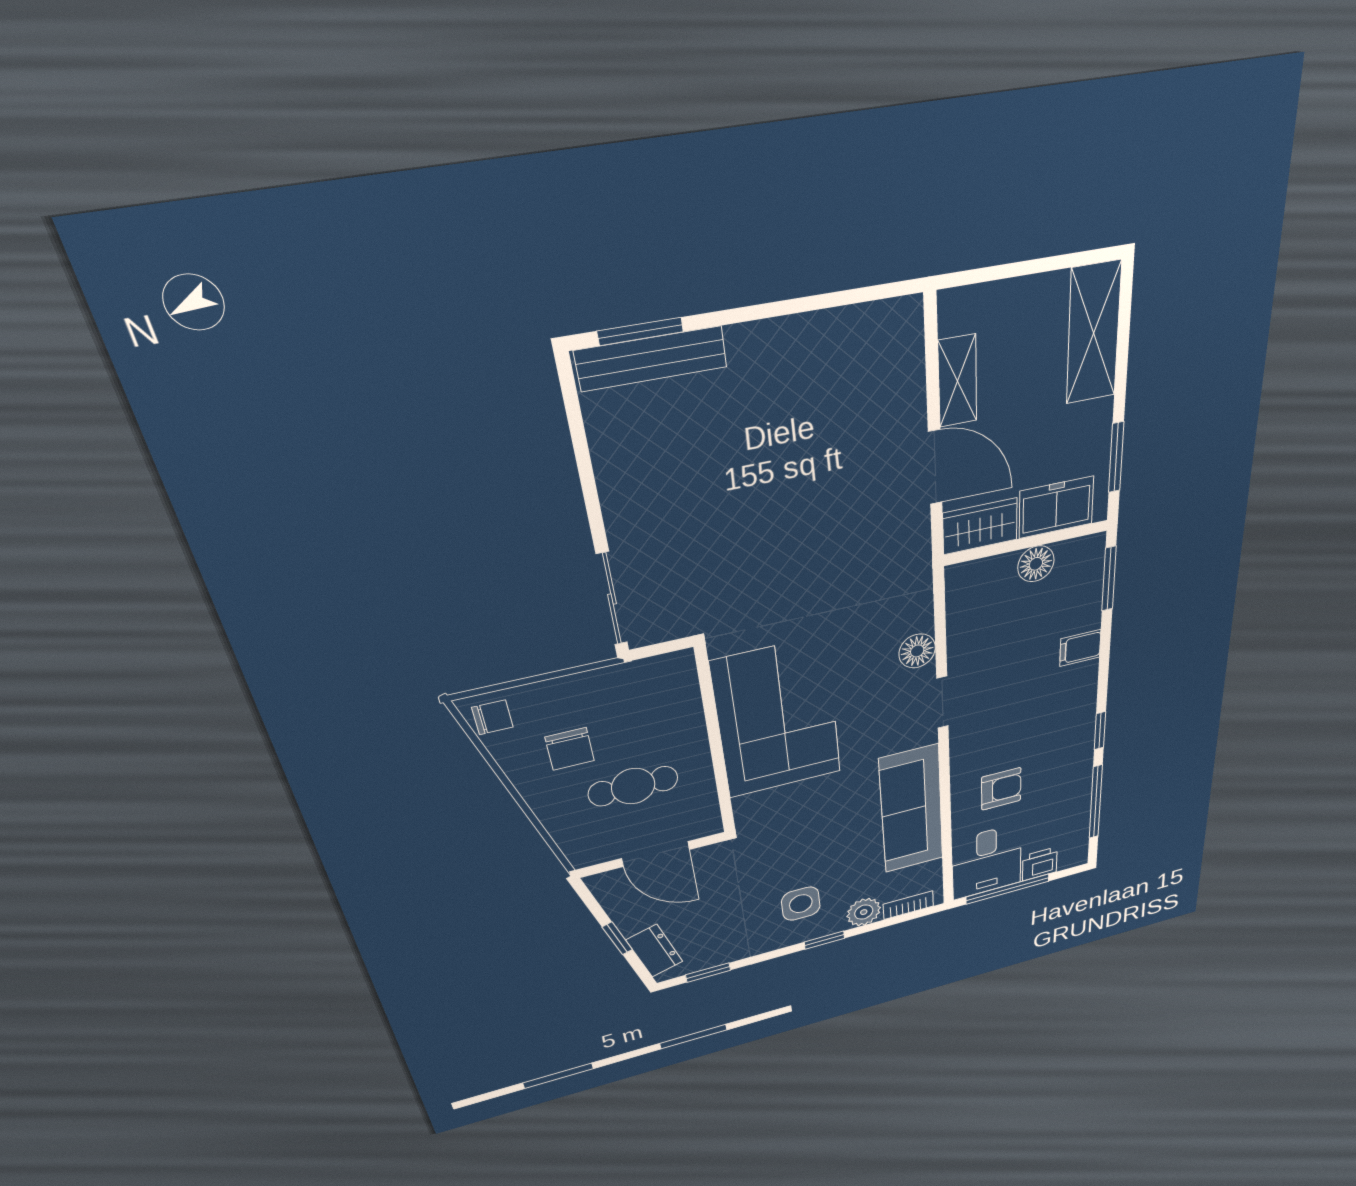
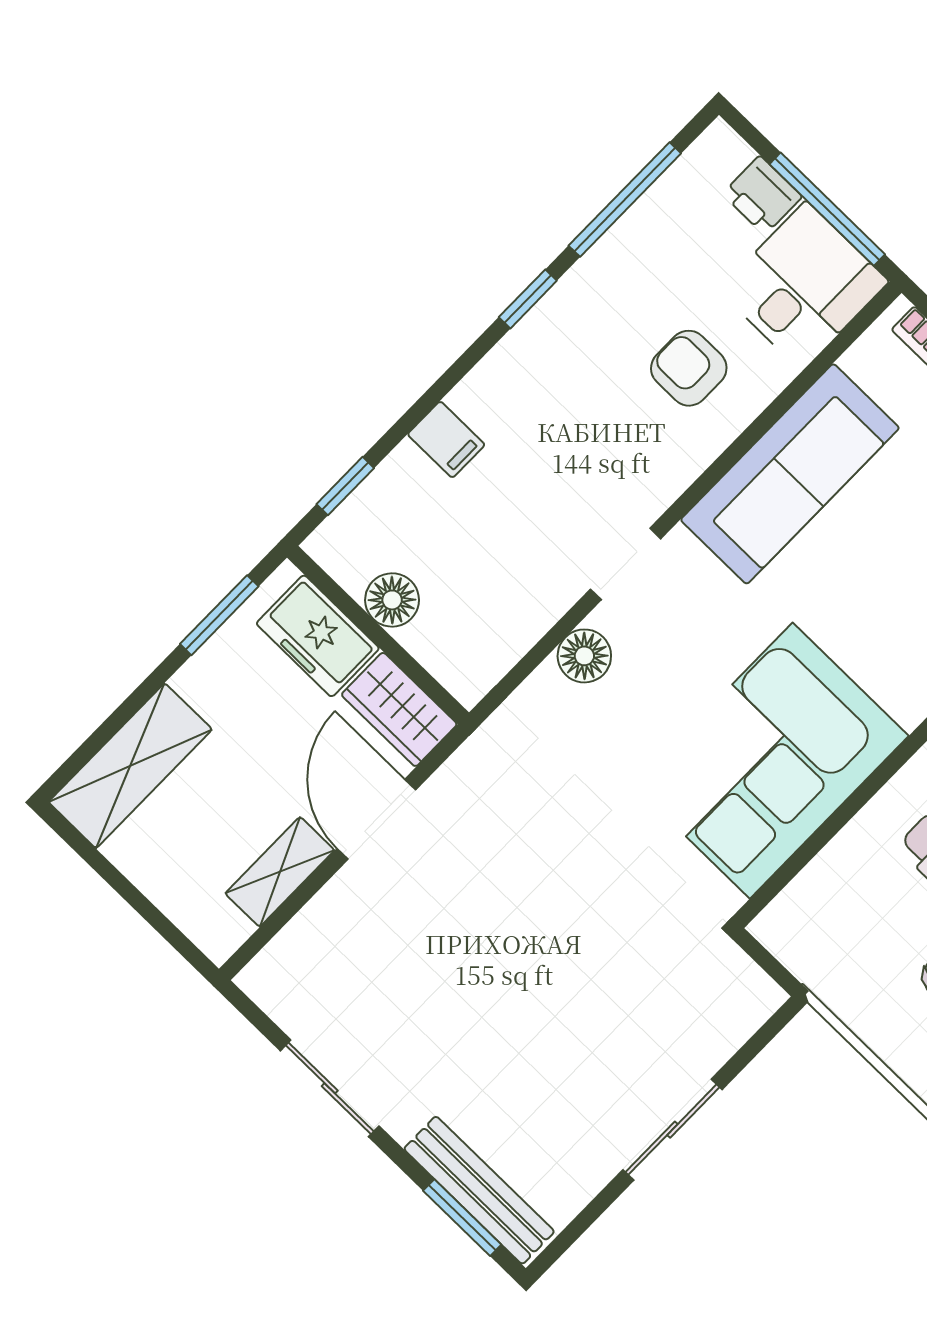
sliding door: (802, 305) -> (330, 1088), added
window: (1109, 579) -> (345, 486), width x0.67
sliding door: (612, 599) -> (672, 1130), moved

